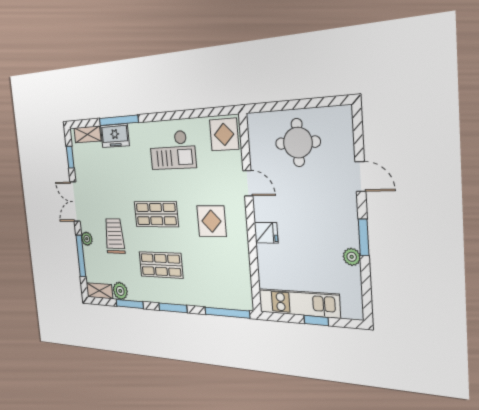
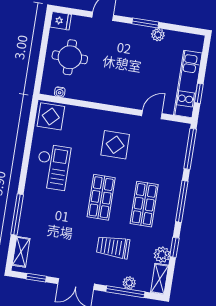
freezer: (115, 136) -> (29, 222), removed
water cooler: (254, 139) -> (60, 92), added
door: (248, 183) -> (152, 115), moved
fridge: (266, 233) -> (61, 21), moved, turned 90
plant: (87, 239) -> (129, 283), moved
window: (130, 304) -> (174, 247), width x0.67
window: (173, 308) -> (182, 201), width x1.44
window: (316, 320) -> (199, 93), moved

